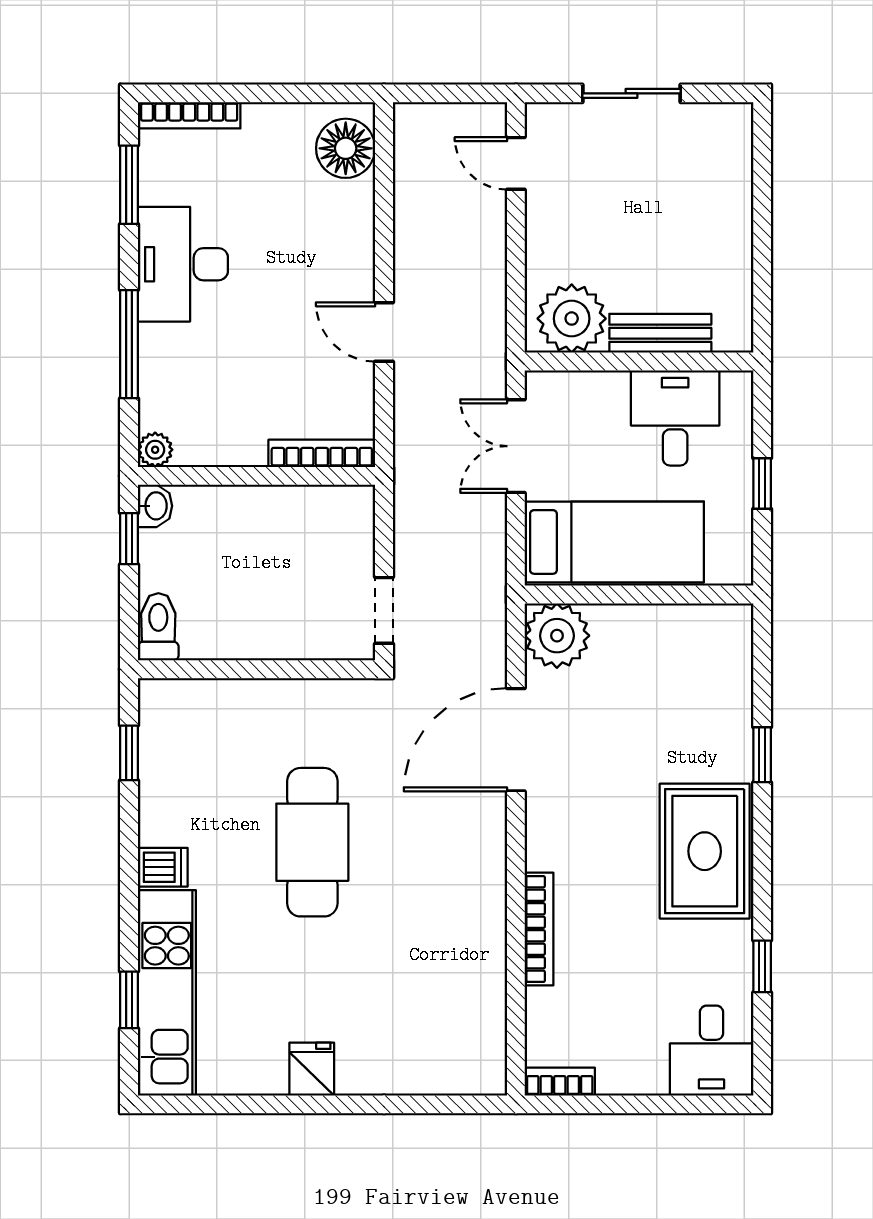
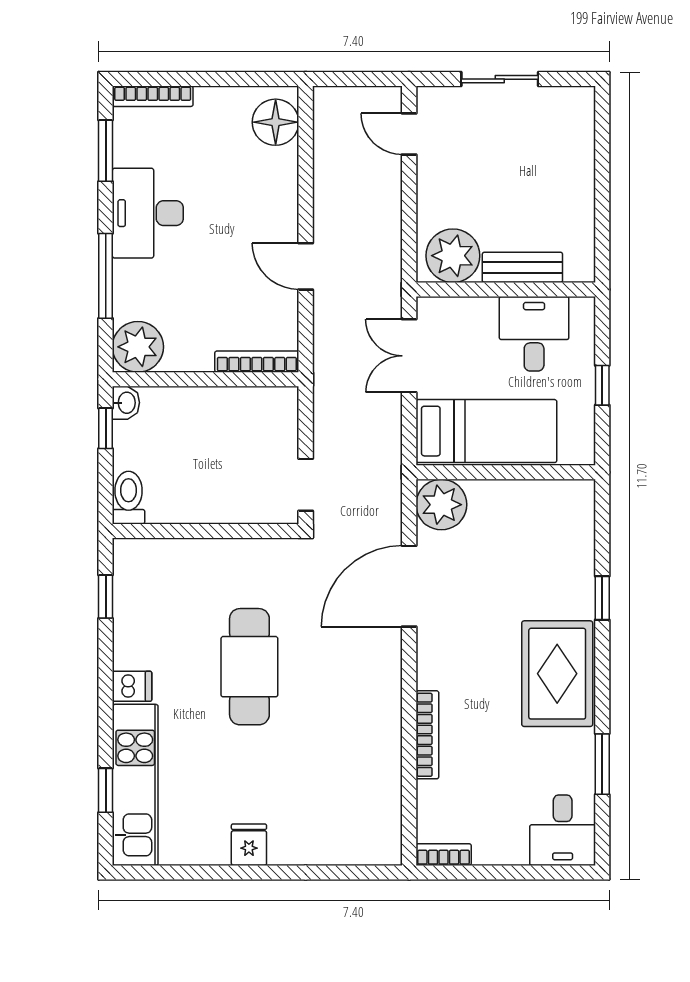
plant: (155, 450) -> (138, 347), width x1.87, depth x1.87
window: (762, 966) -> (602, 764), width x1.50

